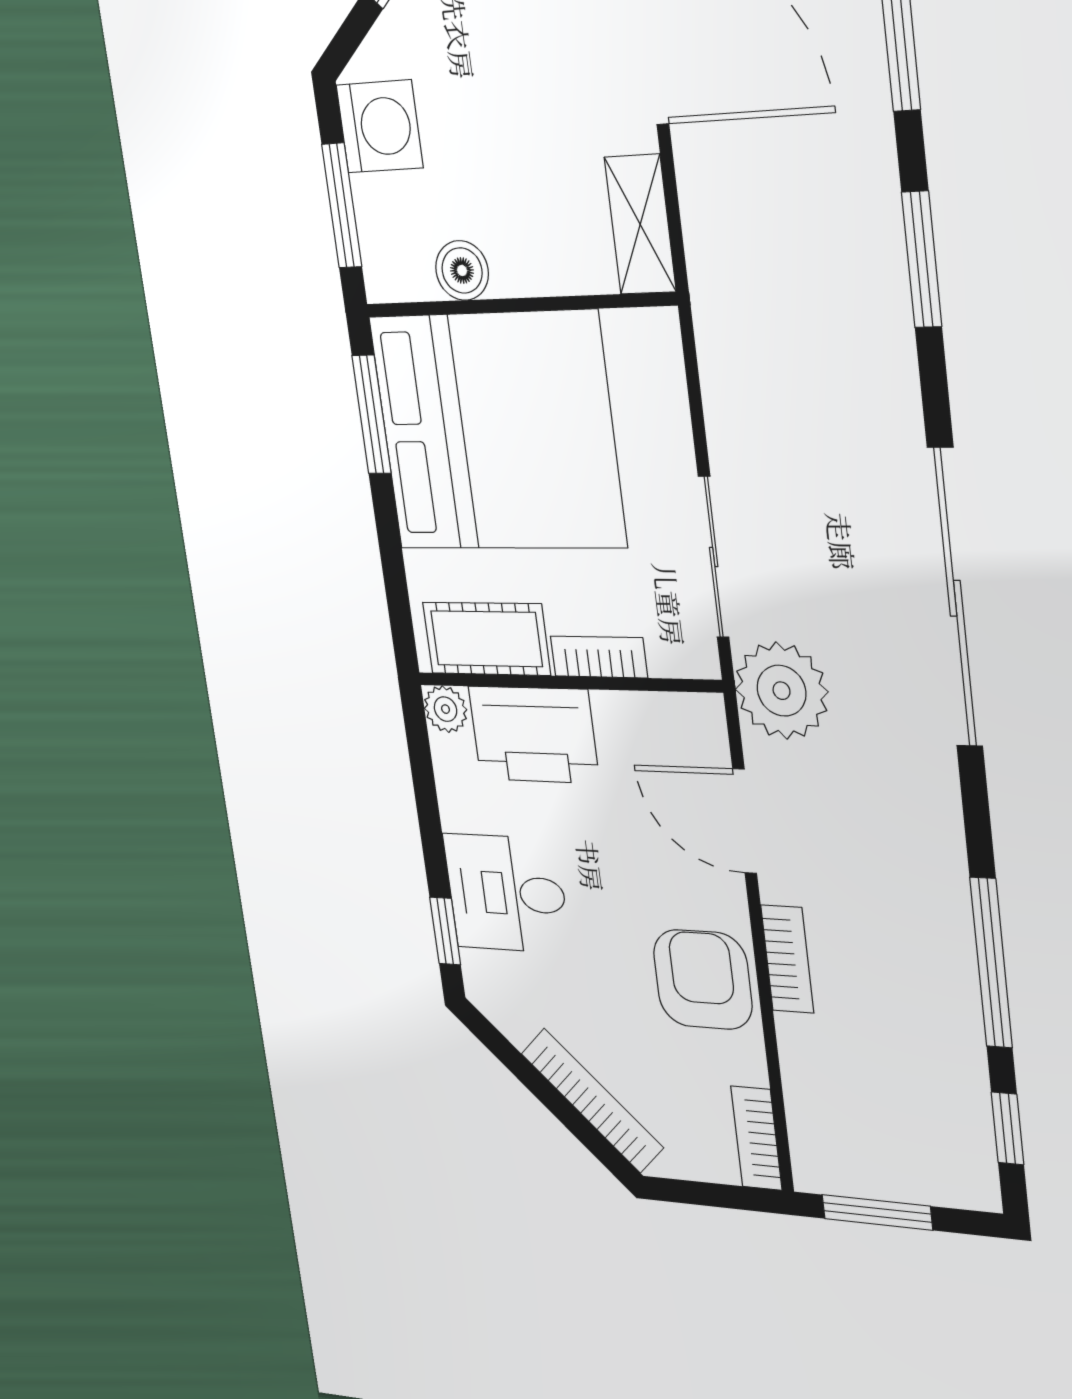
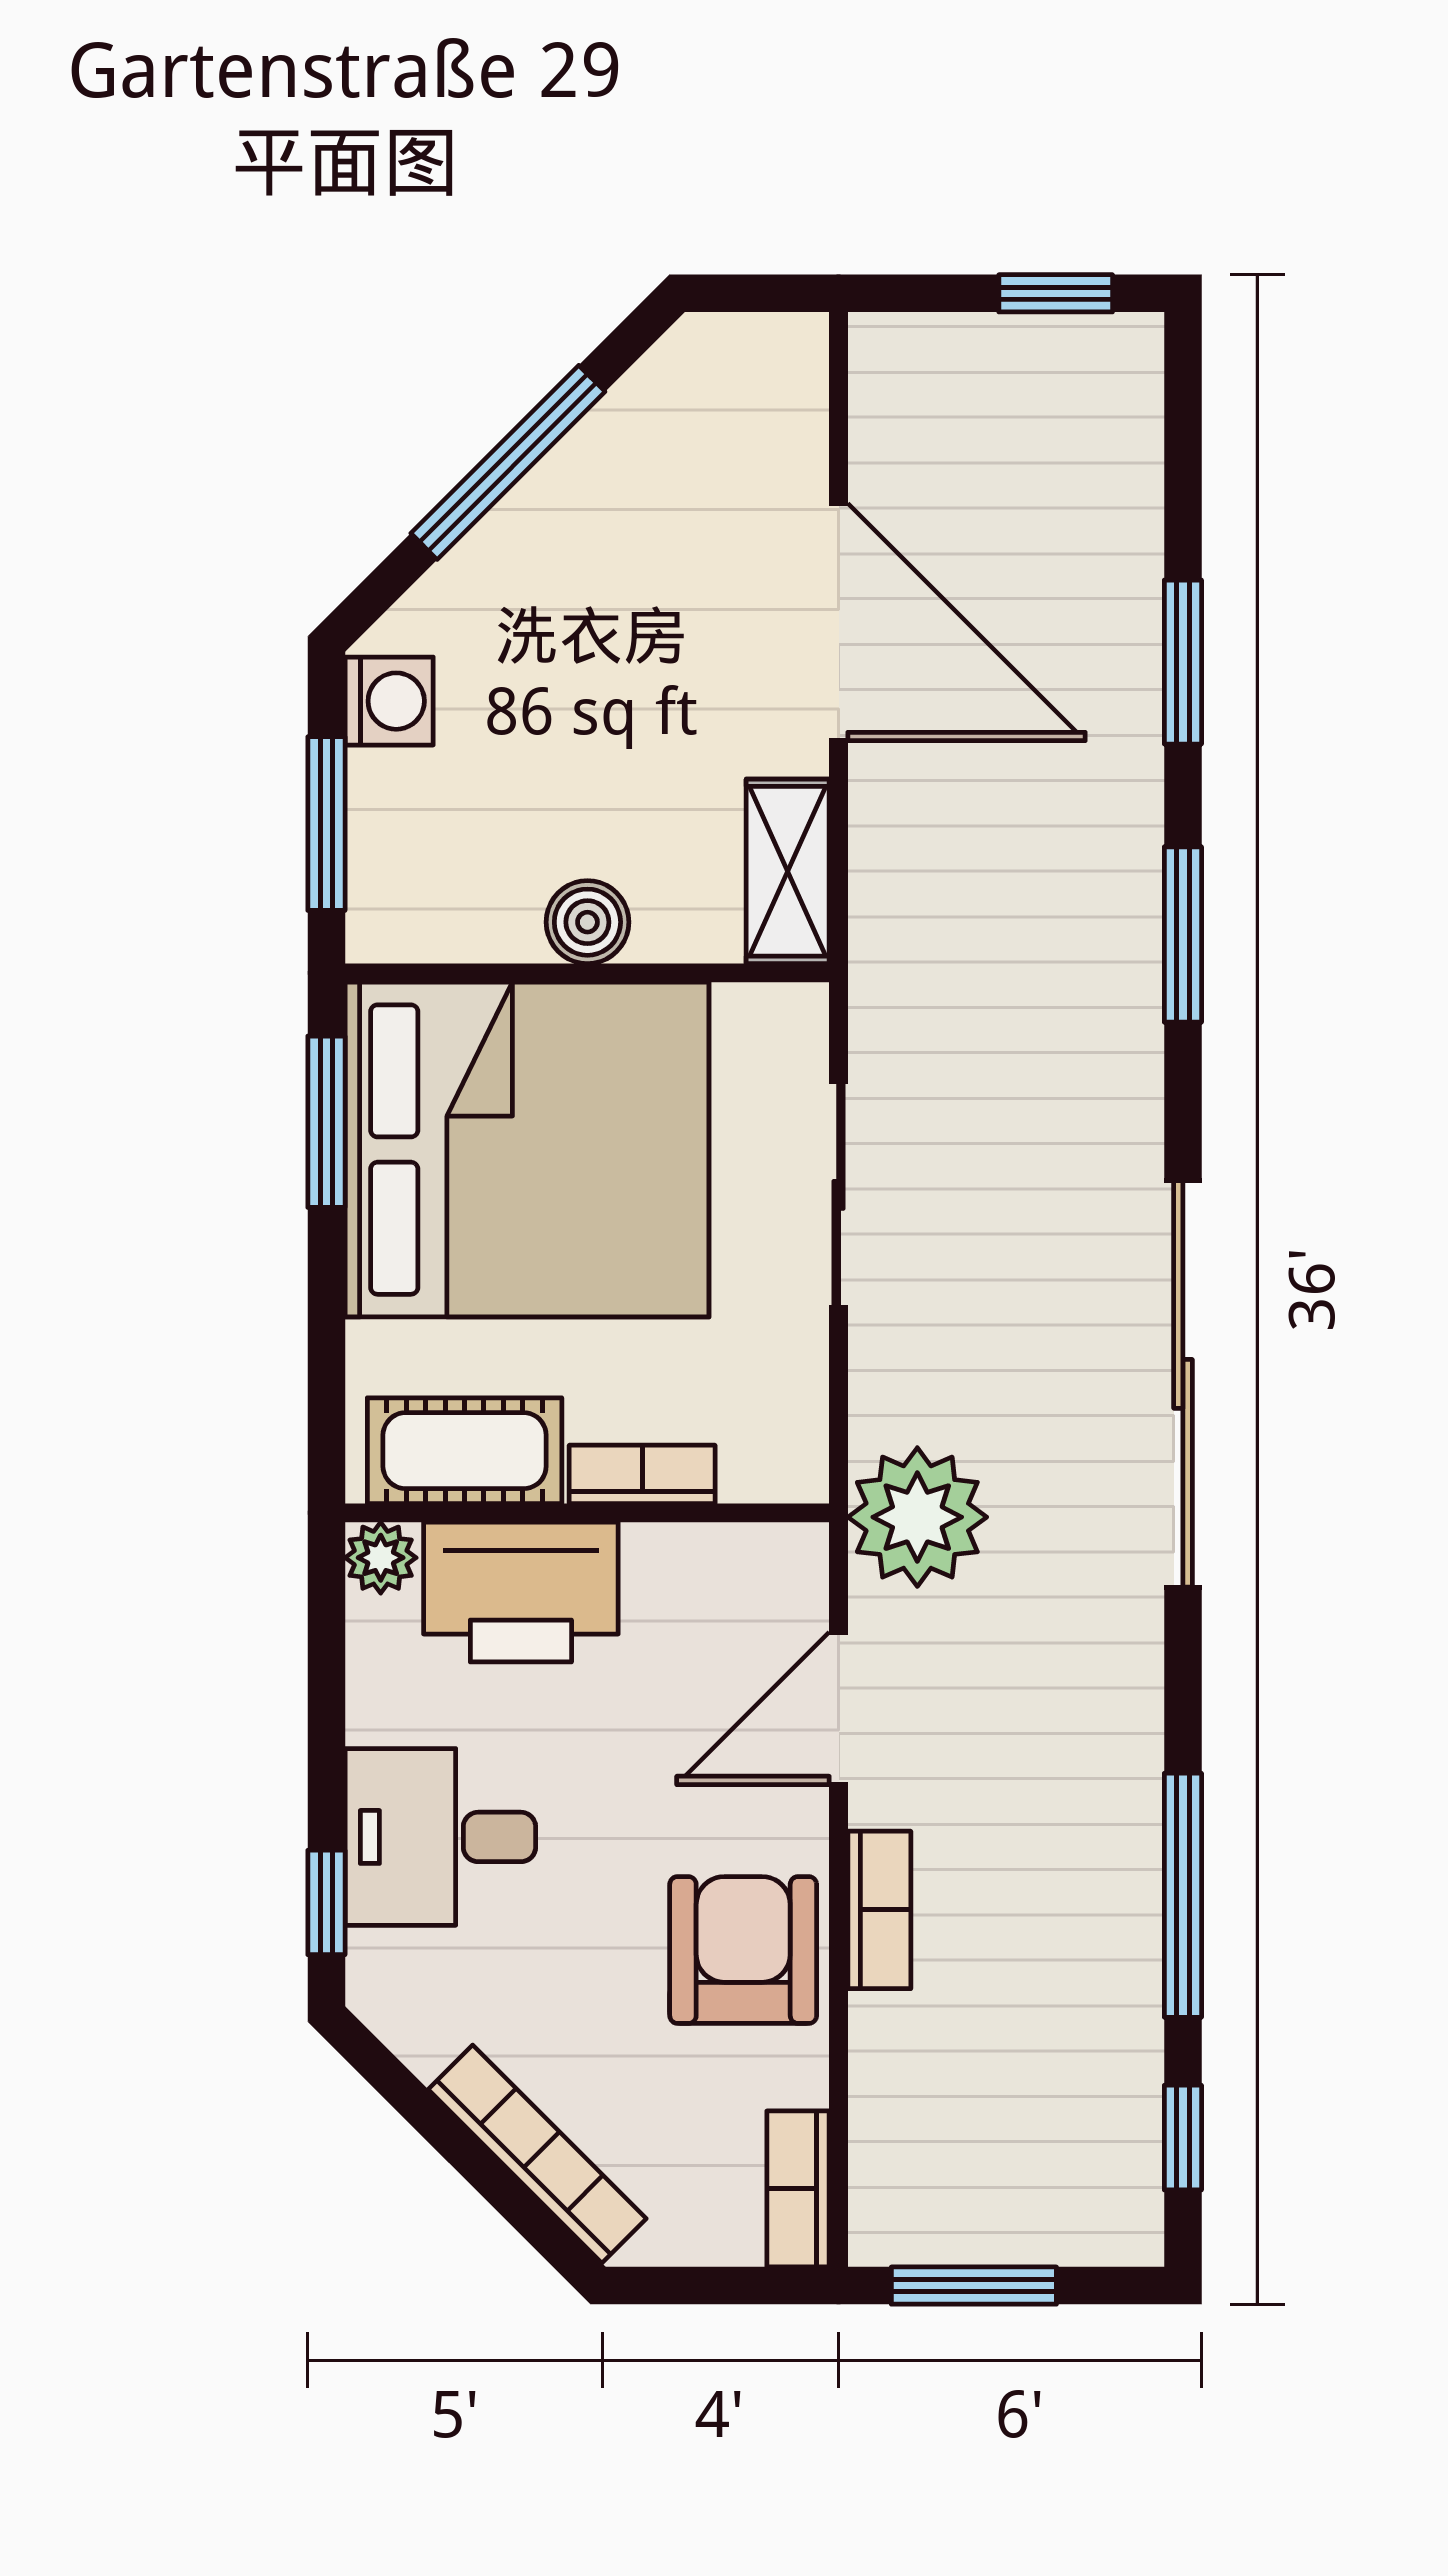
washing machine: (380, 126) -> (389, 701), width x0.73, depth x0.73
boiler: (462, 270) -> (587, 922), moved
sliding door: (714, 557) -> (839, 1195), moved
door: (745, 821) -> (839, 1708), hinge flipped

